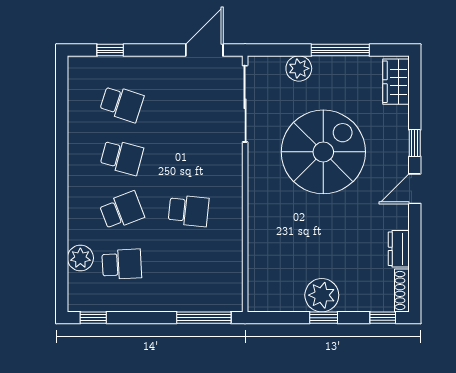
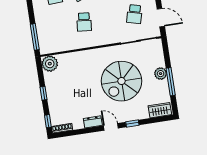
plant: (299, 68) -> (161, 74), moved
school desk: (189, 104) -> (134, 14), added
spiral stairs: (323, 152) -> (121, 81), turned 90
dresser: (399, 249) -> (93, 122), moved
plant: (322, 295) -> (50, 64), moved

